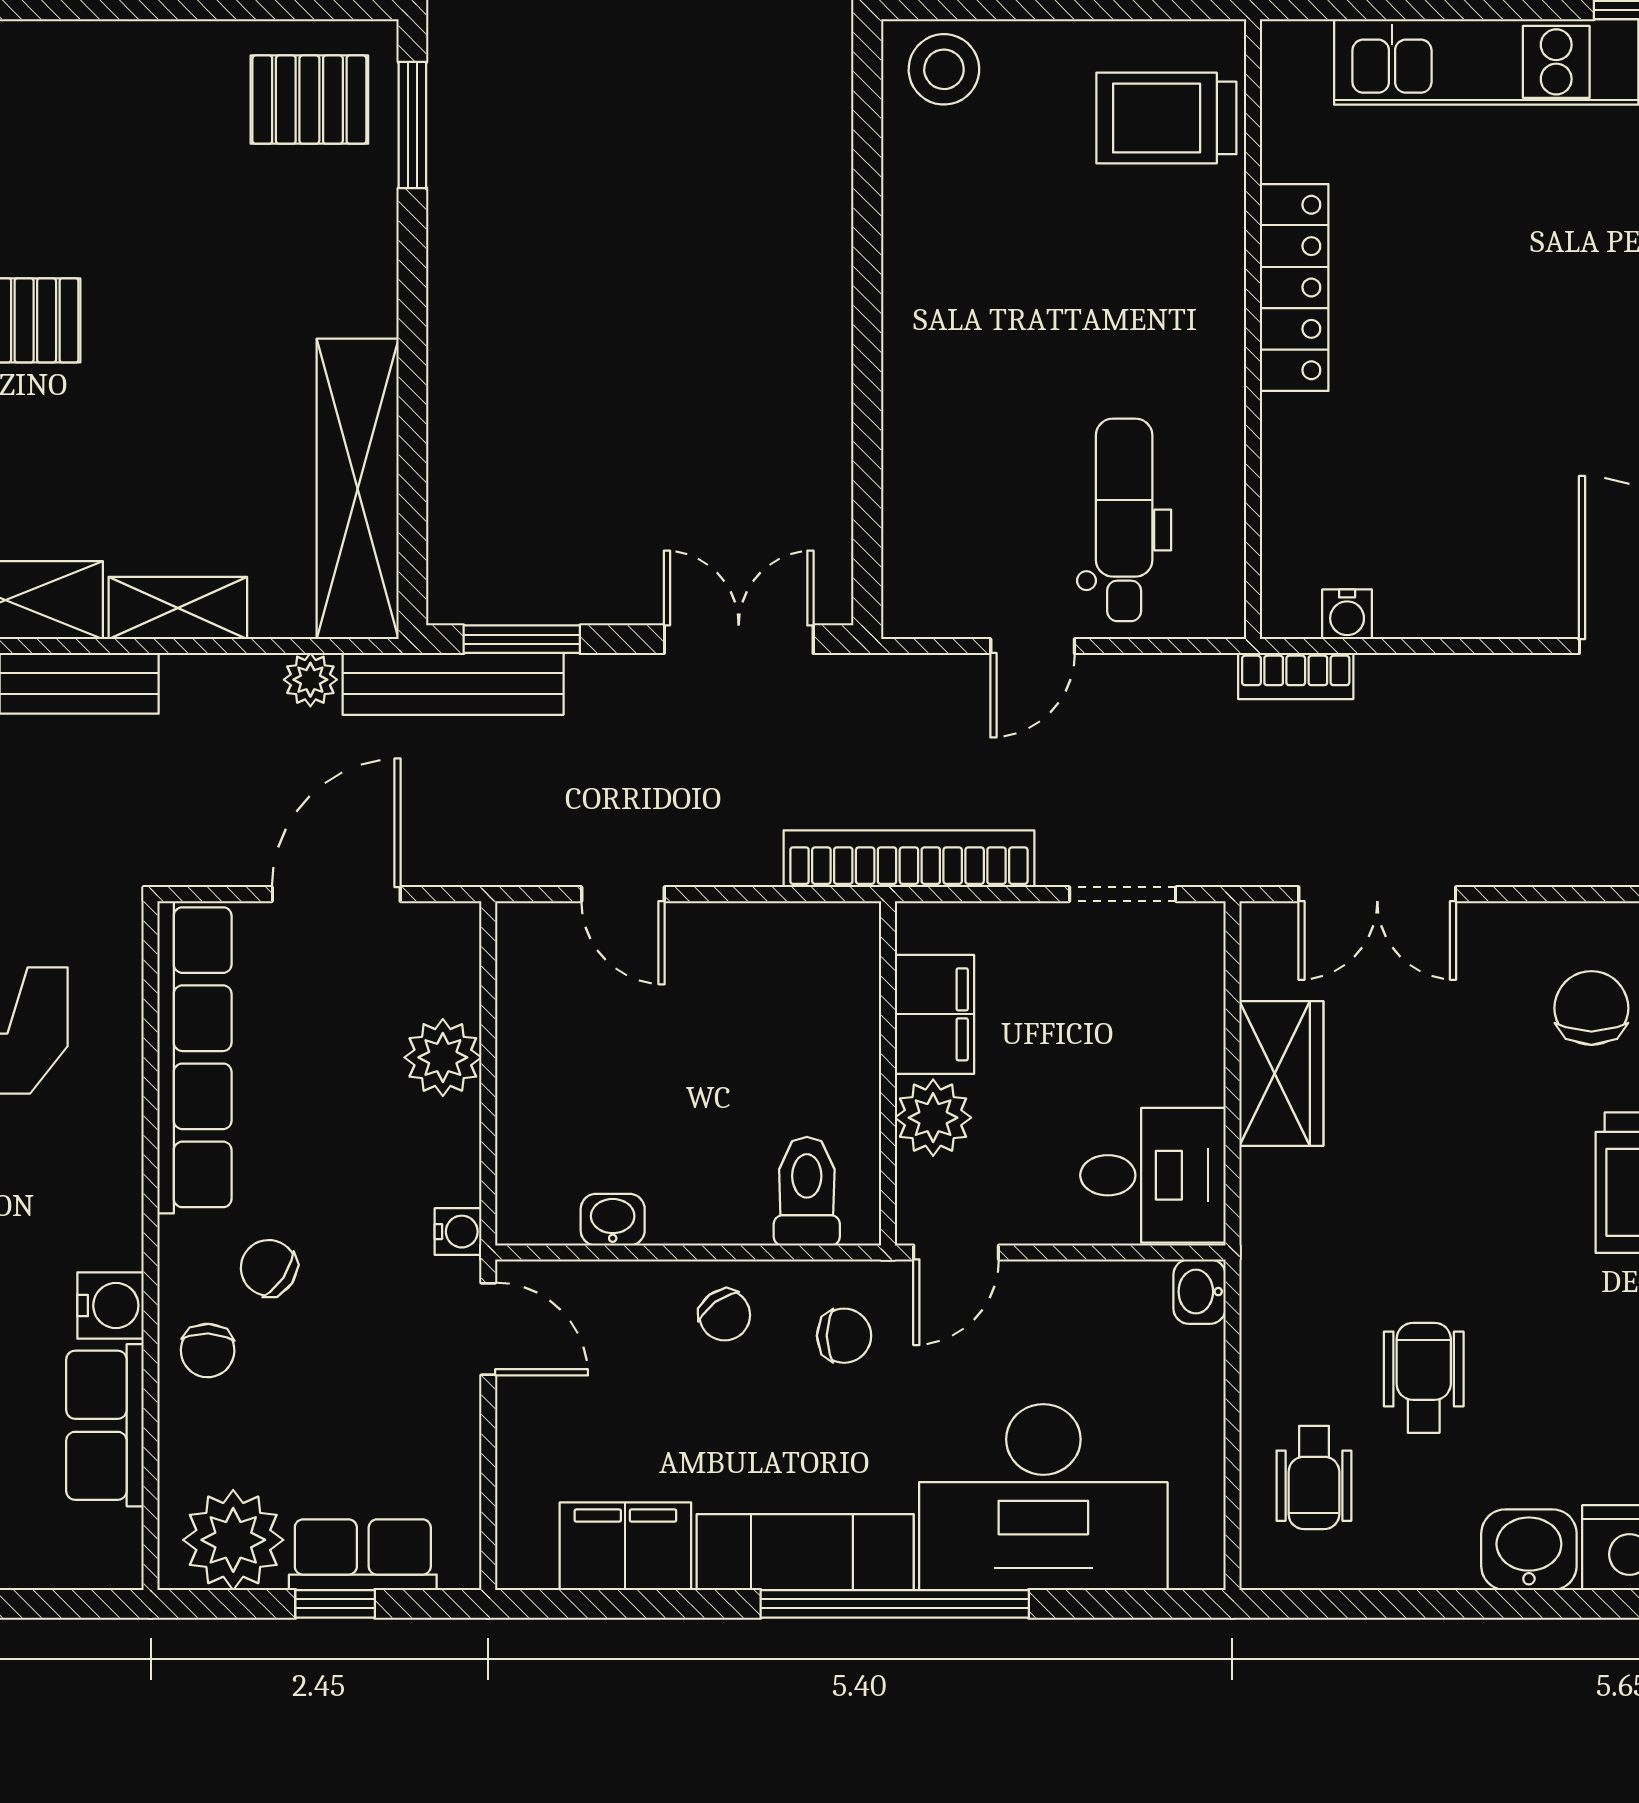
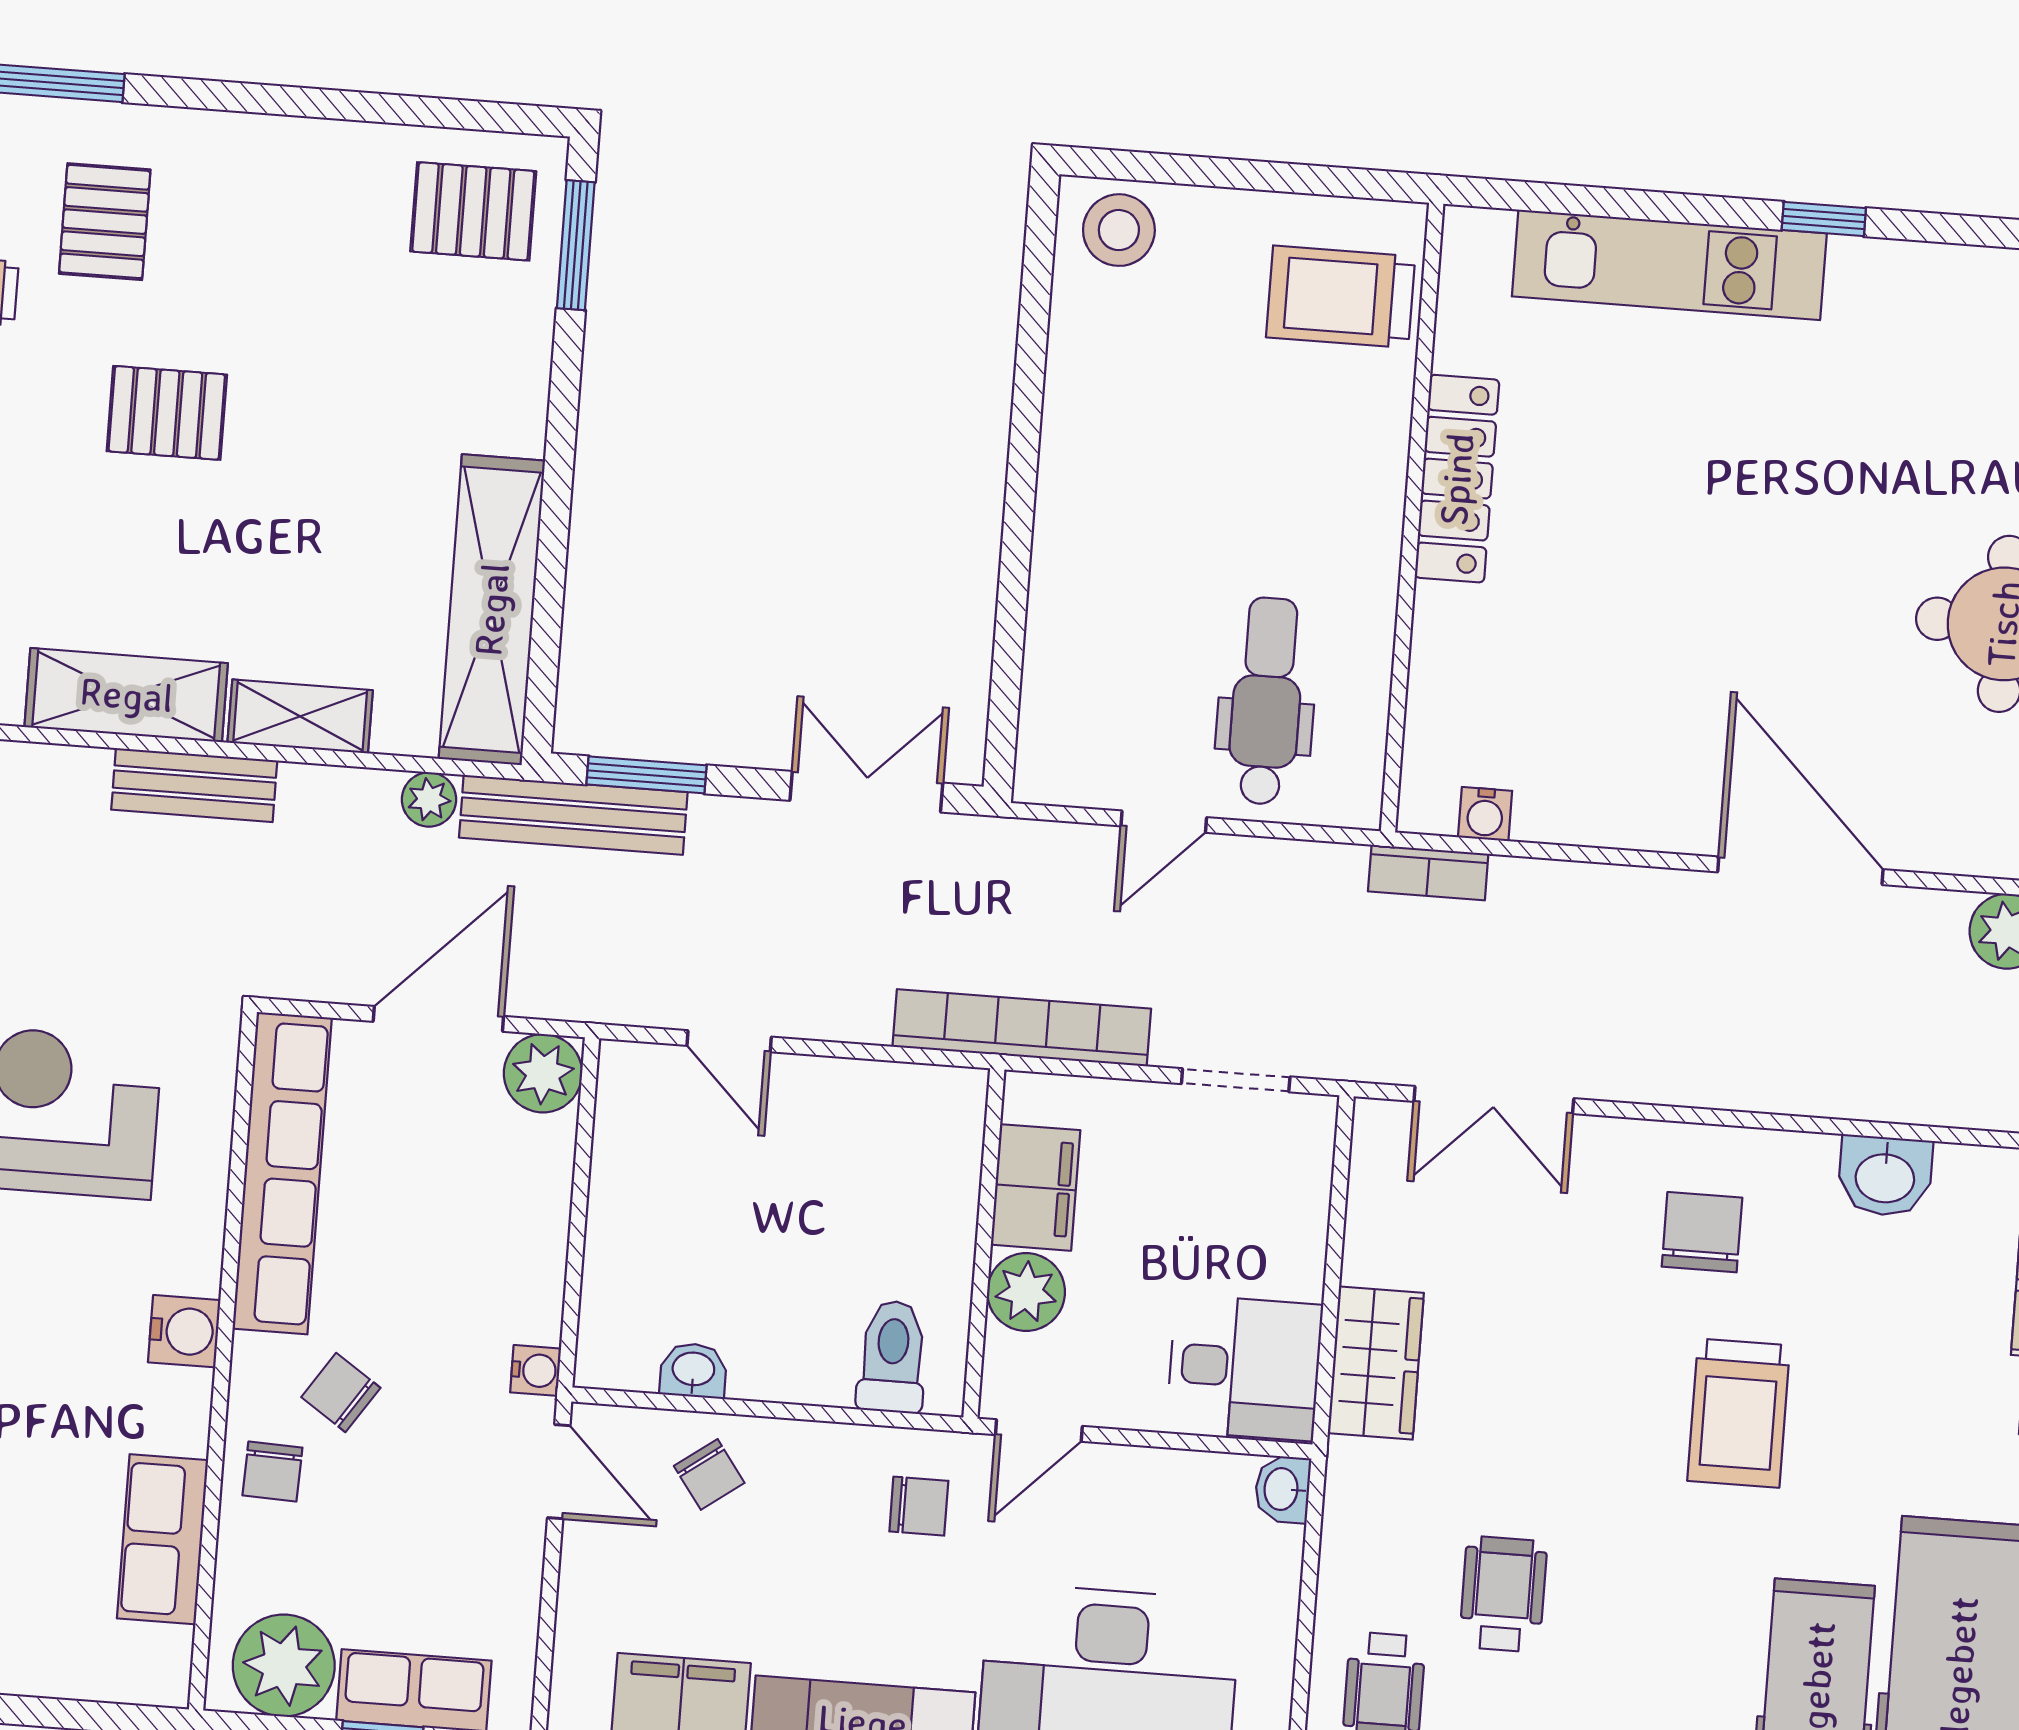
plant: (443, 1057) -> (543, 1073), moved
wardrobe: (1281, 1073) -> (1376, 1363), moved
water cooler: (110, 1306) -> (184, 1331), moved
chair: (725, 1315) -> (709, 1474), moved

